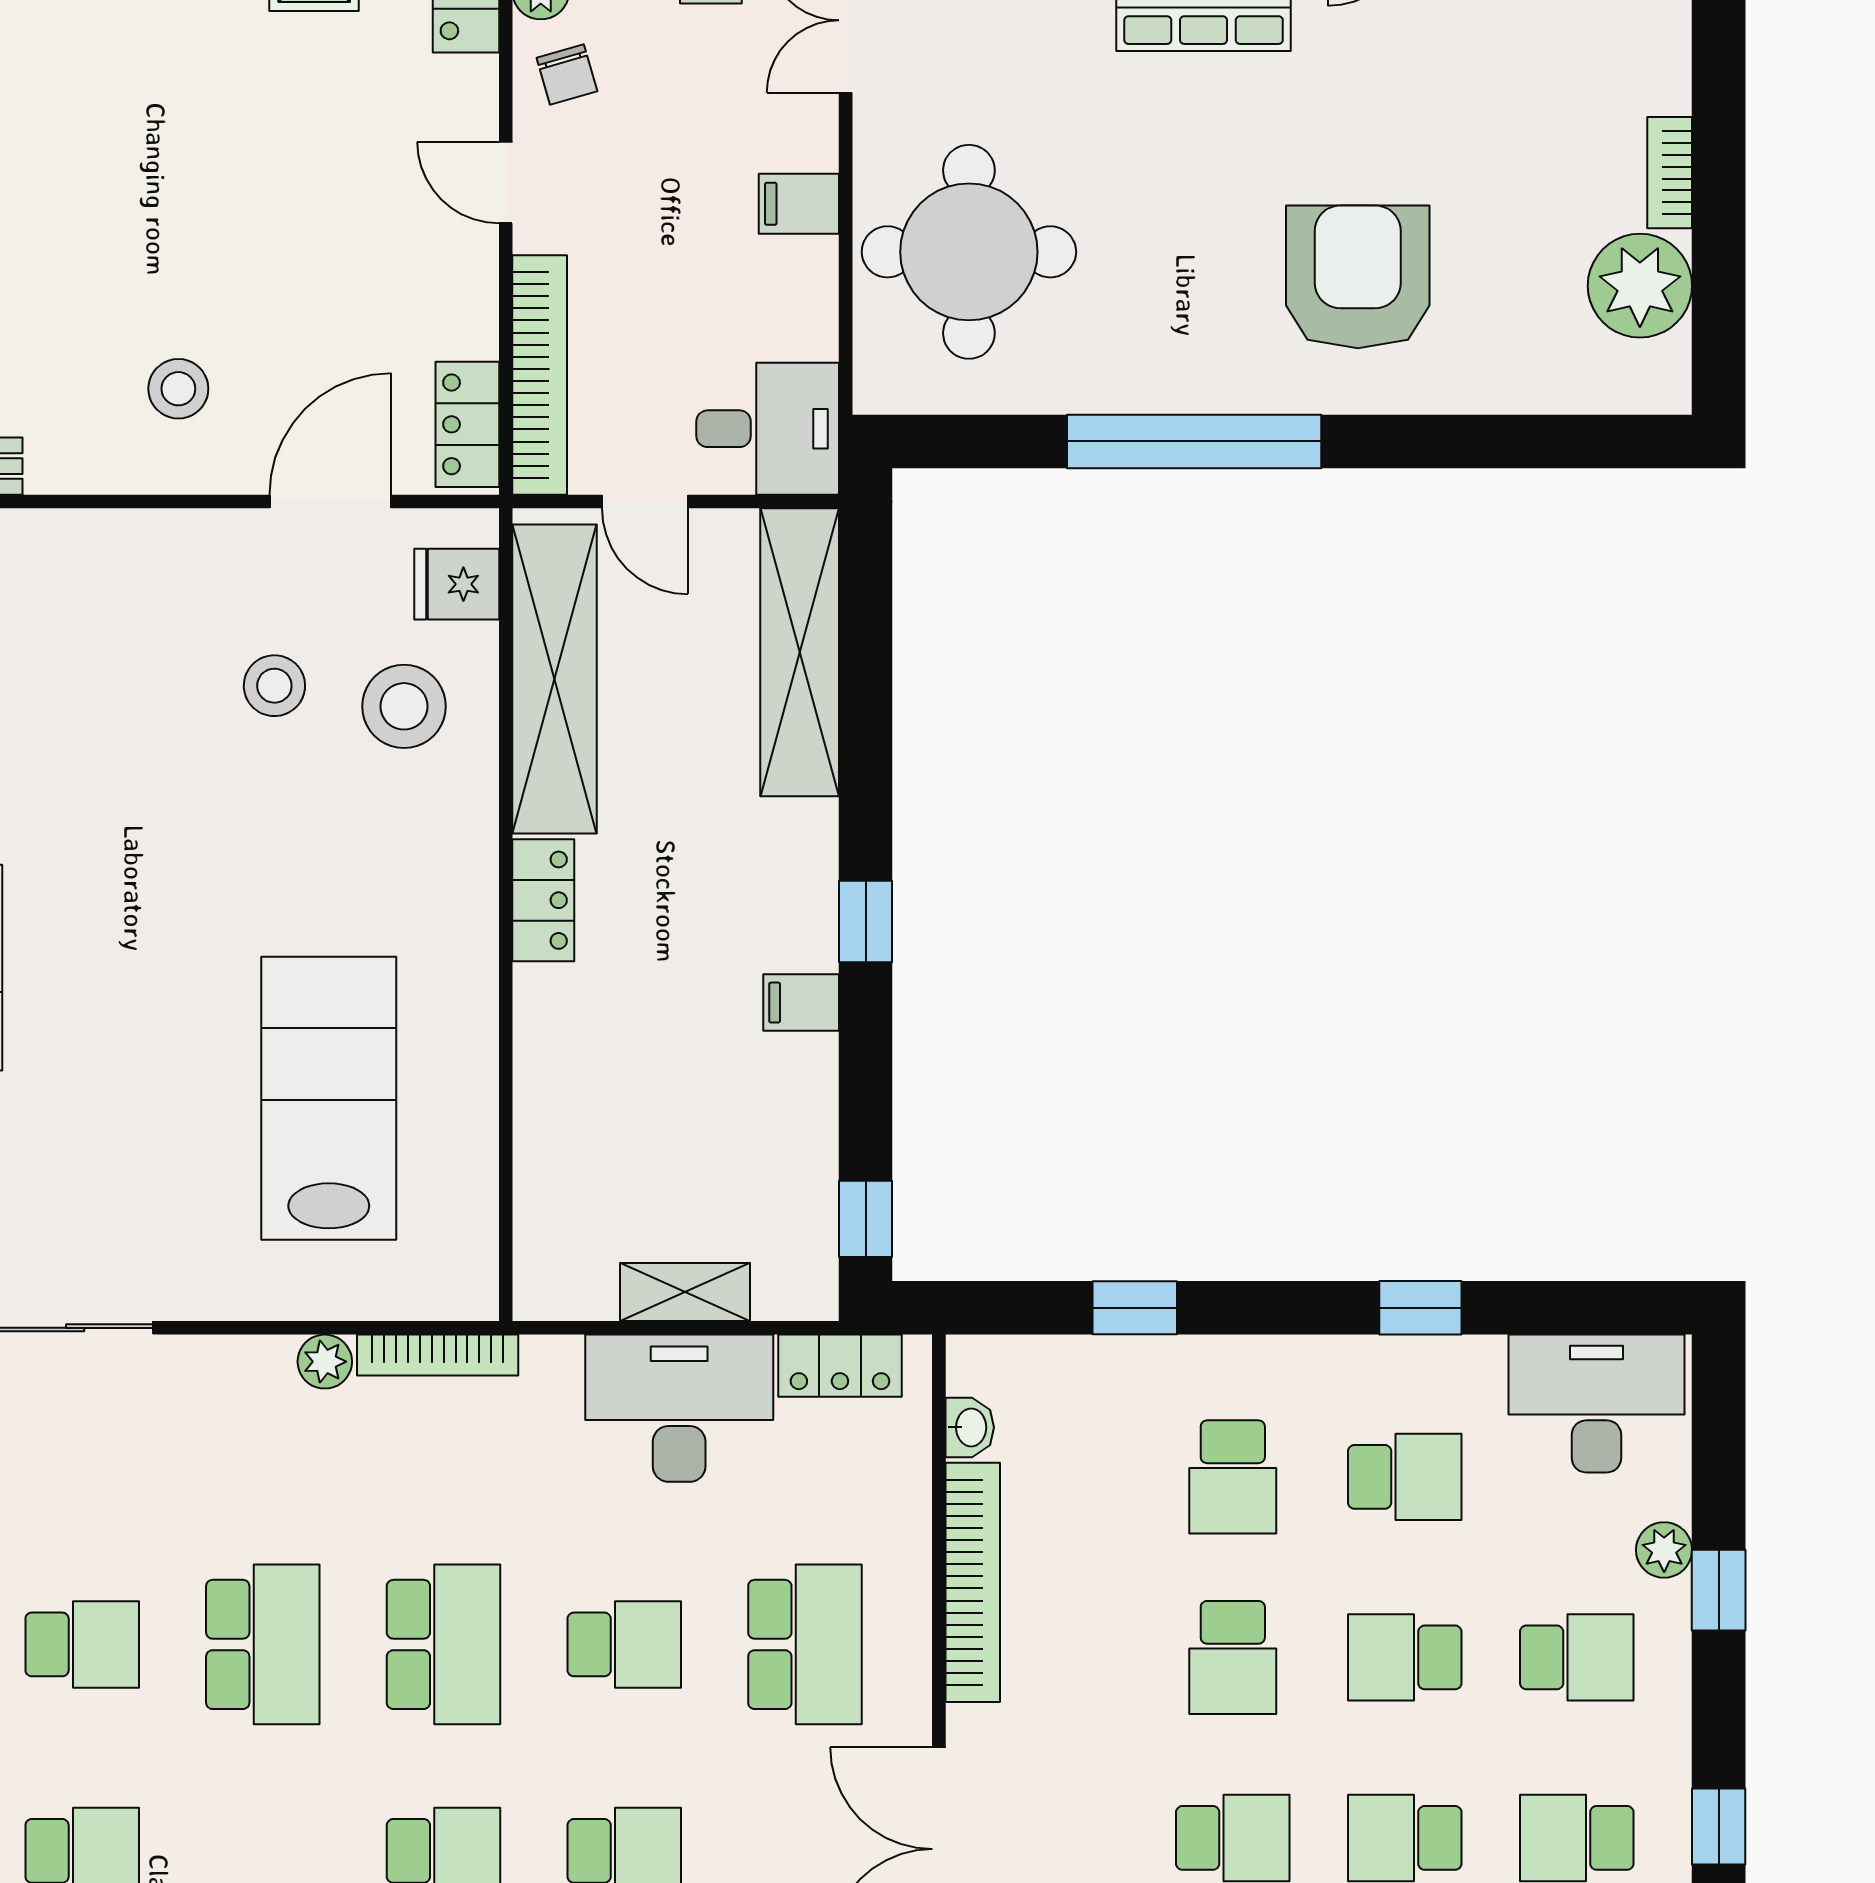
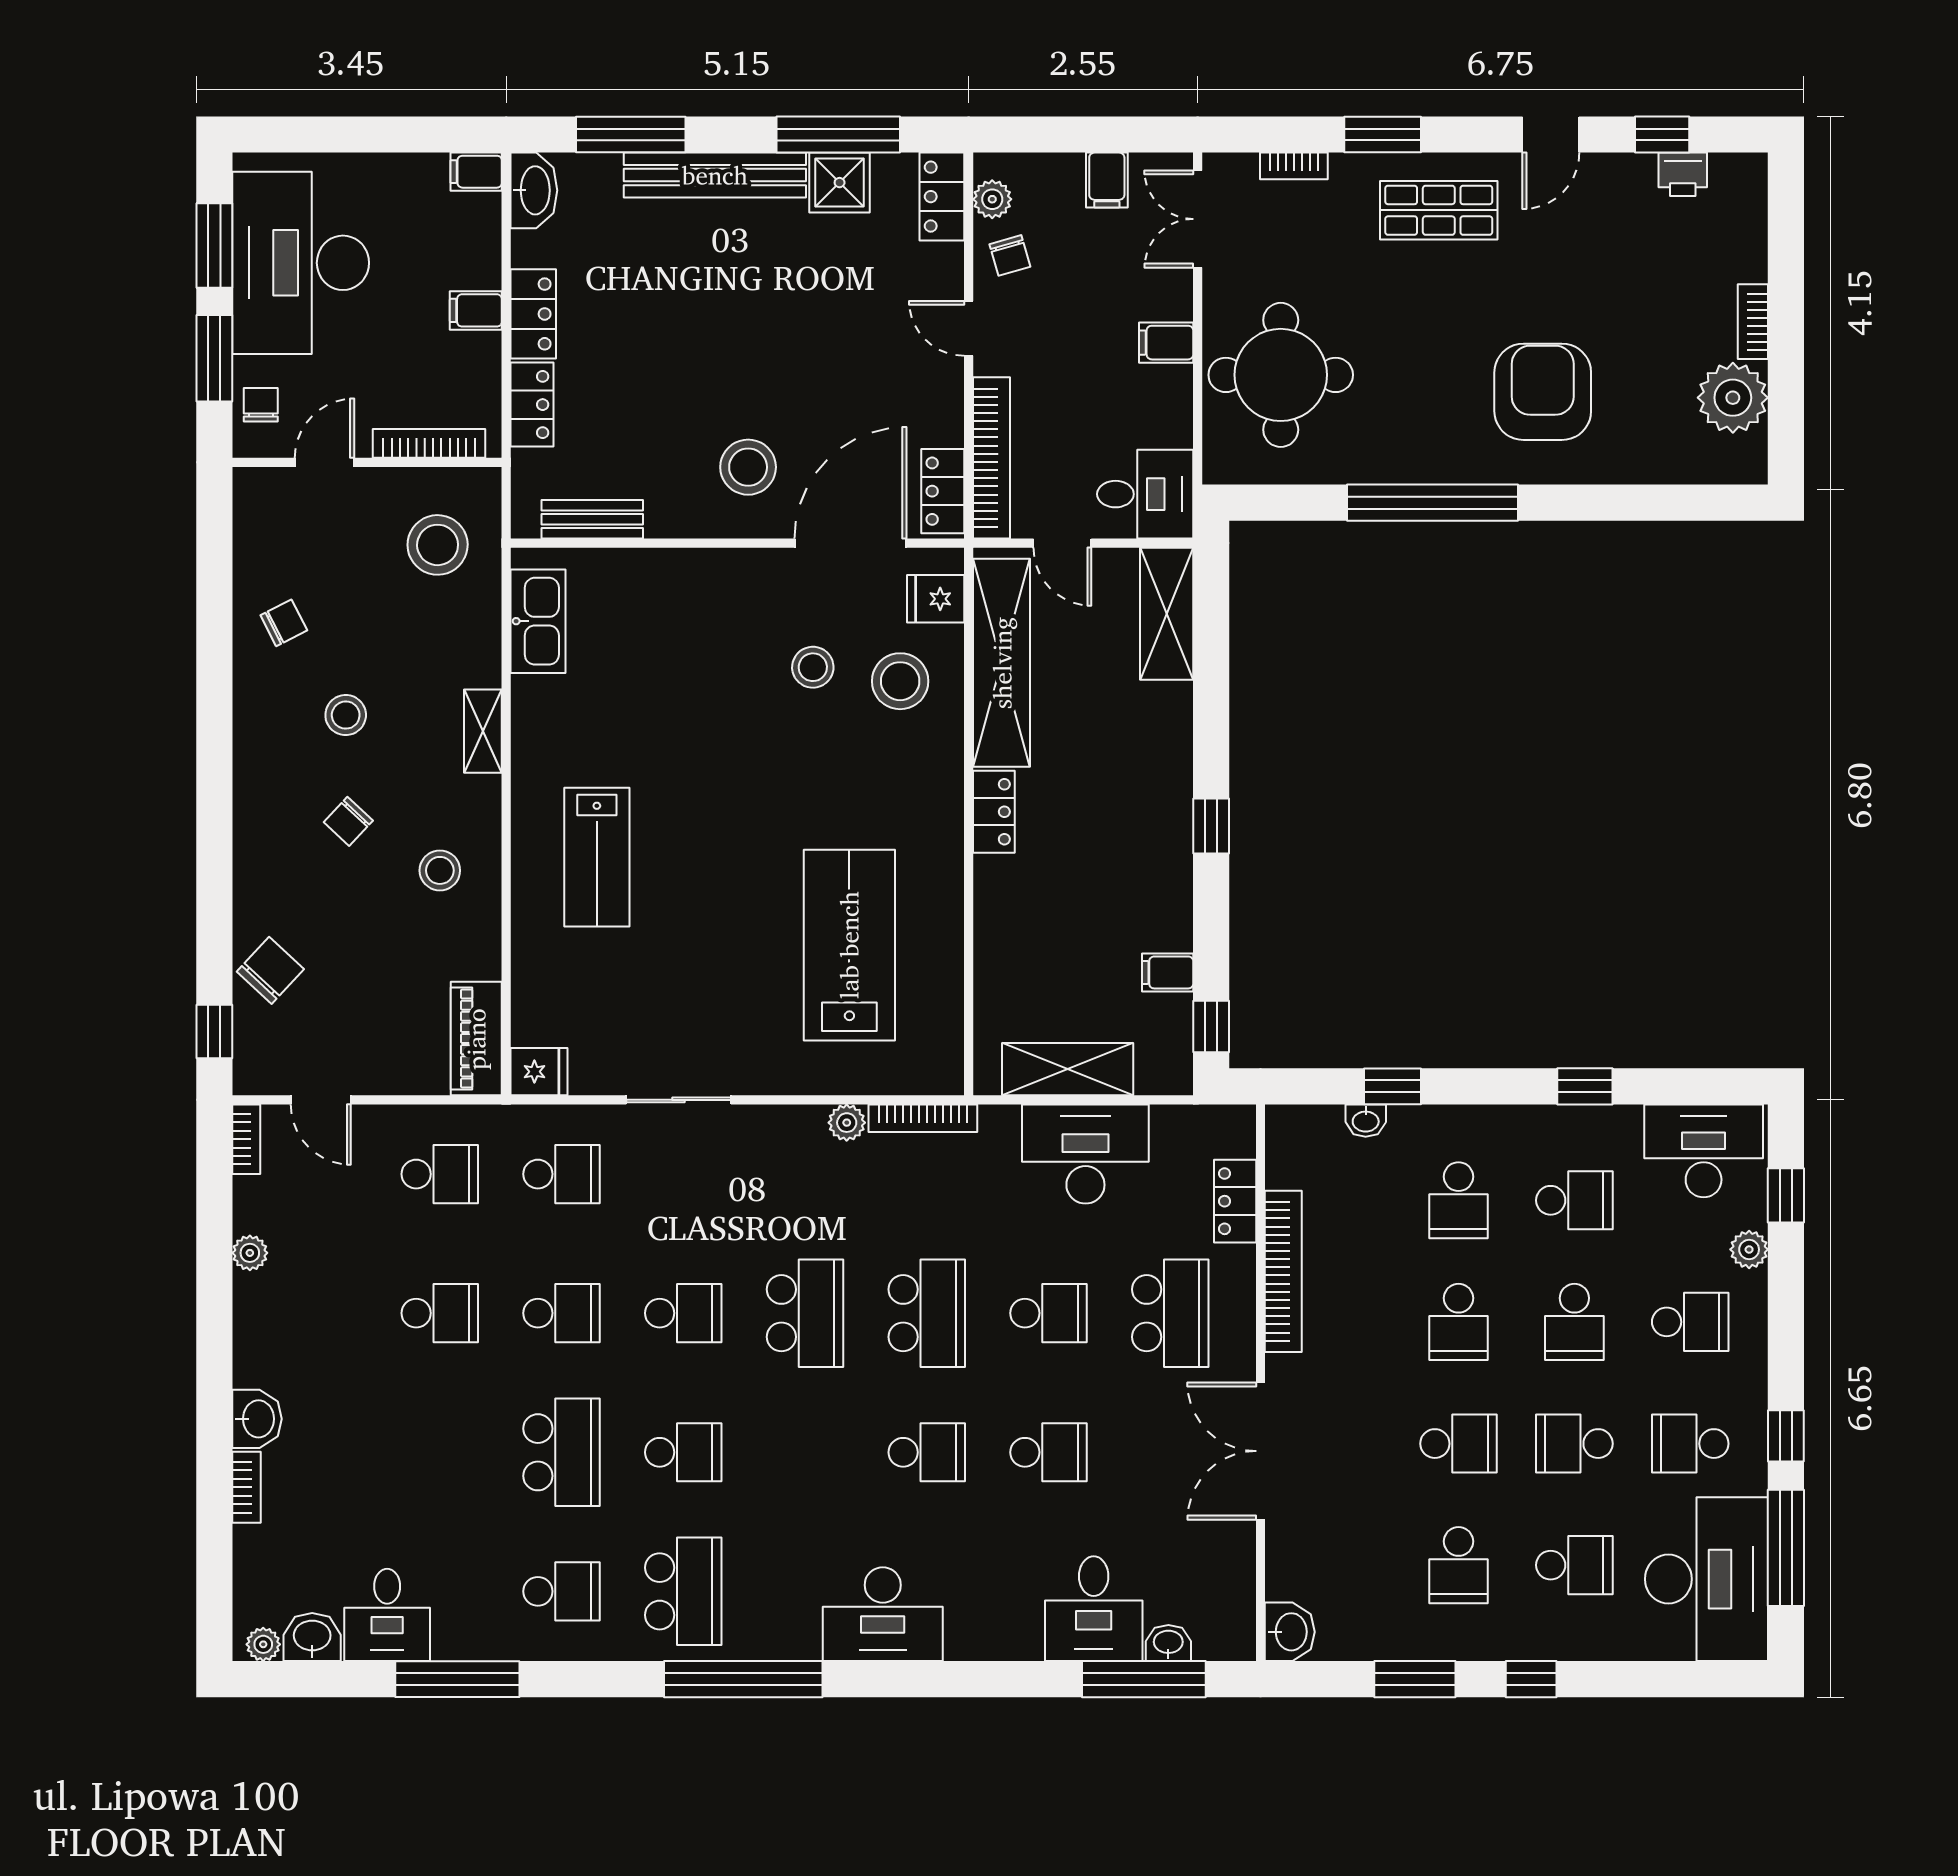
stool: (178, 389) -> (748, 467), width x1.38, depth x1.38
door: (330, 501) -> (851, 543), width x1.36
shelving: (800, 652) -> (1167, 614), width x0.68
filing cabinet: (801, 1003) -> (1168, 972), moved
shelving: (685, 1292) -> (1068, 1069), width x1.50, depth x1.33
locker: (840, 1366) -> (1235, 1201), moved, turned 90
washbasin: (970, 1427) -> (1366, 1121), moved, turned 90
window: (1719, 1590) -> (1786, 1195), moved
school desk: (1405, 1657) -> (1574, 1322), turned -90

